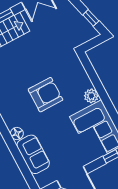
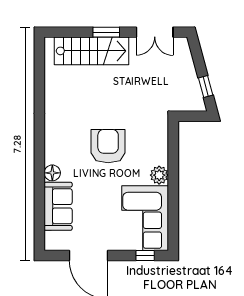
armchair: (45, 95) -> (108, 146), turned -90

